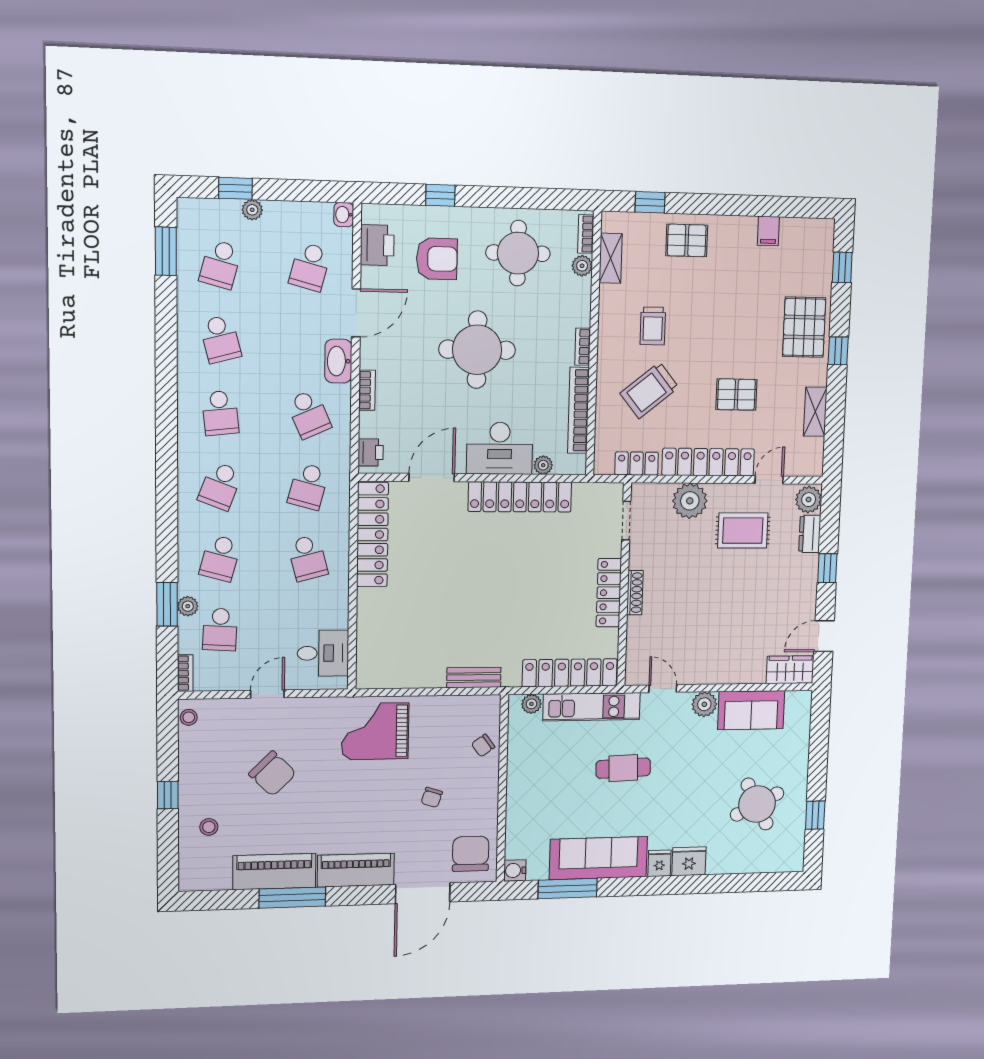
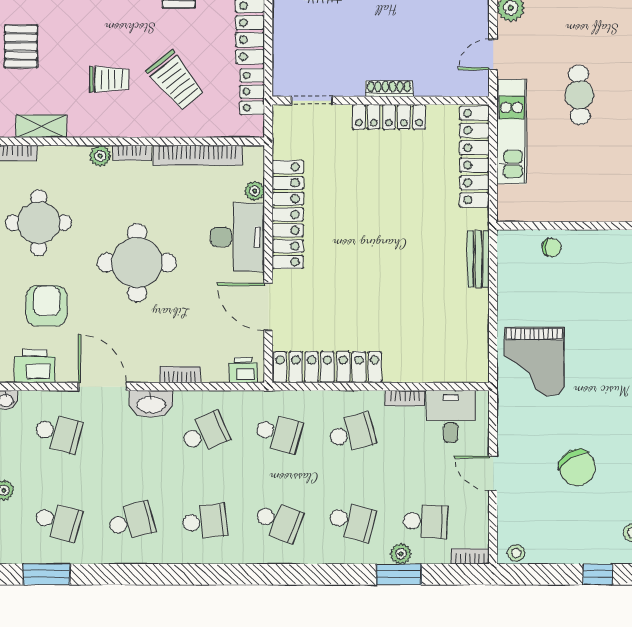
plant: (582, 266) -> (100, 156), moved
plant: (690, 501) -> (291, 33), removed
bookcase: (341, 609) -> (405, 398), added
plant: (531, 704) -> (507, 197), removed
chair: (483, 745) -> (552, 247), turned -54
chair: (273, 774) -> (577, 468), turned 104
chair: (432, 797) -> (607, 301), removed

